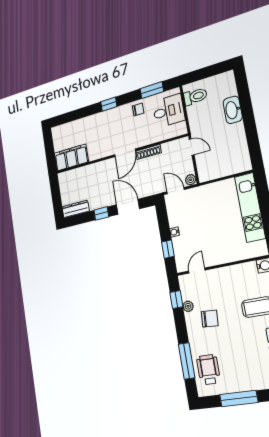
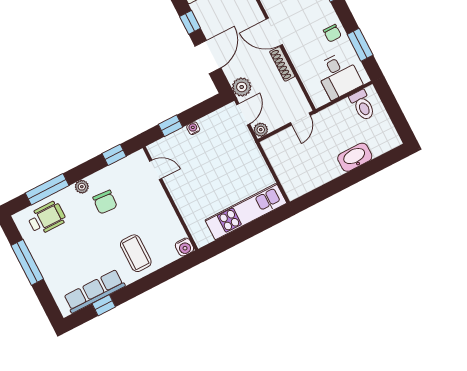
plant: (156, 187) -> (242, 87), added
plant: (188, 306) -> (82, 187), moved

